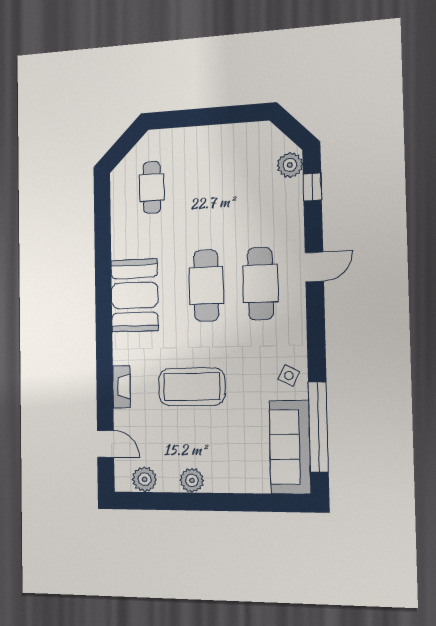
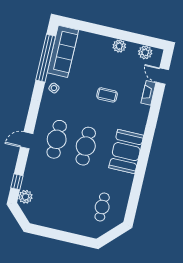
fireplace: (122, 387) -> (148, 93), moved
coffee table: (192, 387) -> (107, 95), width x0.54, depth x0.58

